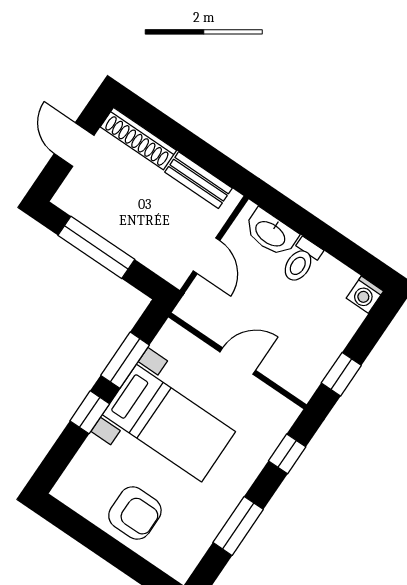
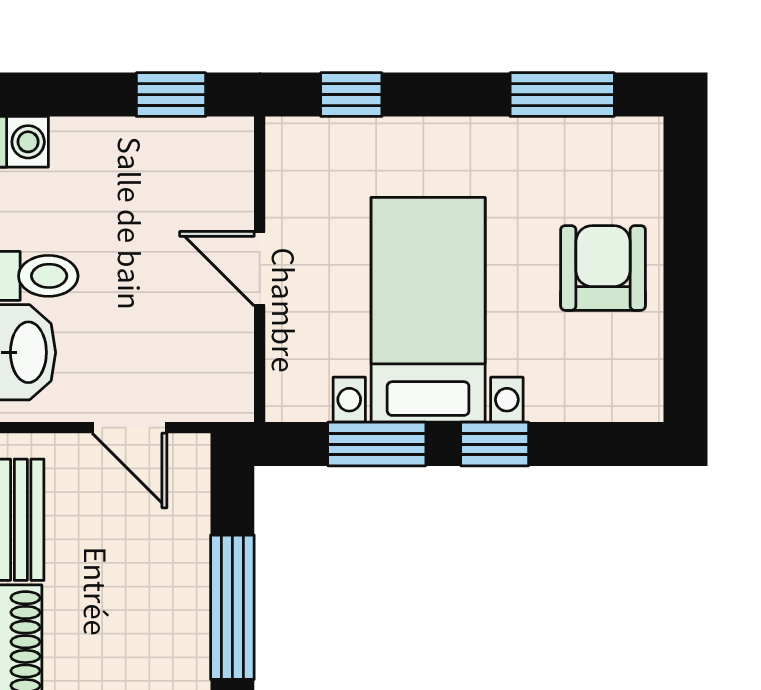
door: (207, 256) -> (130, 428), swing flipped
window: (238, 526) -> (562, 95), moved

